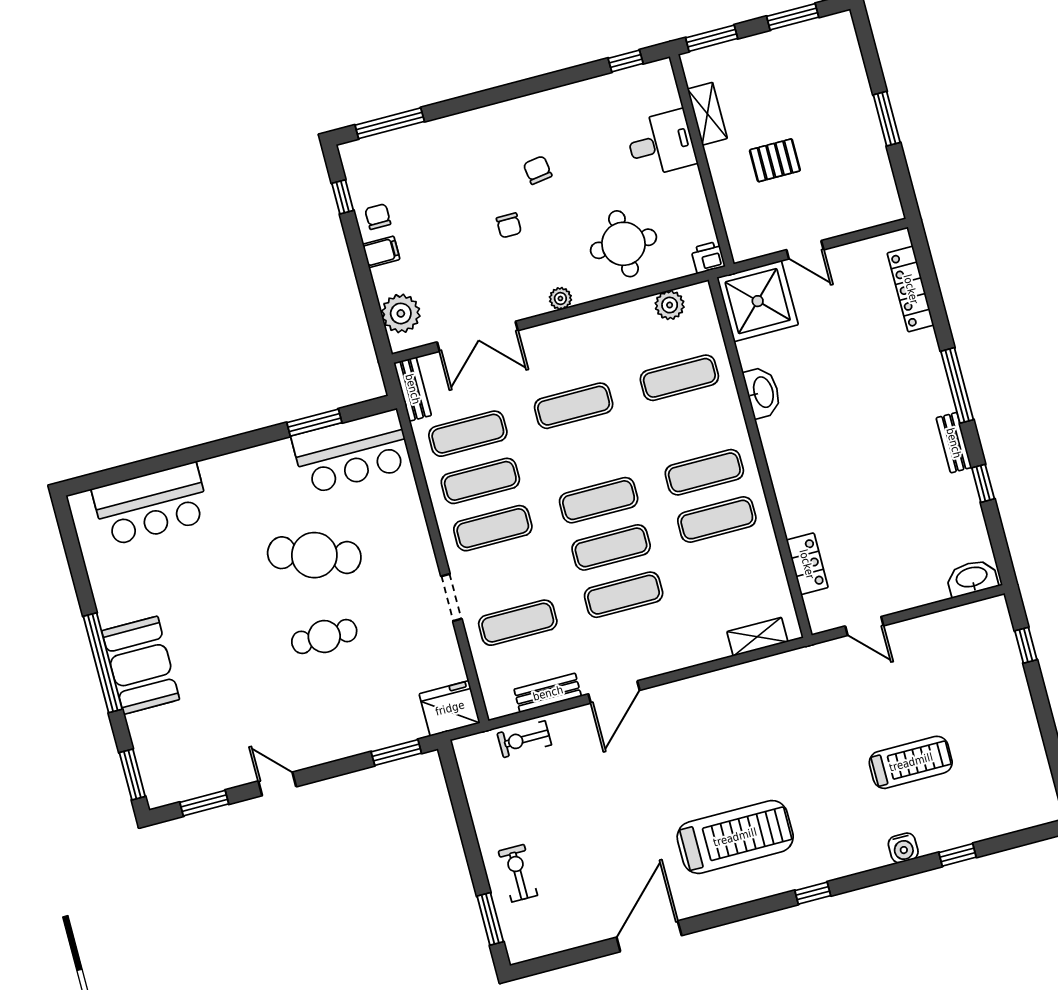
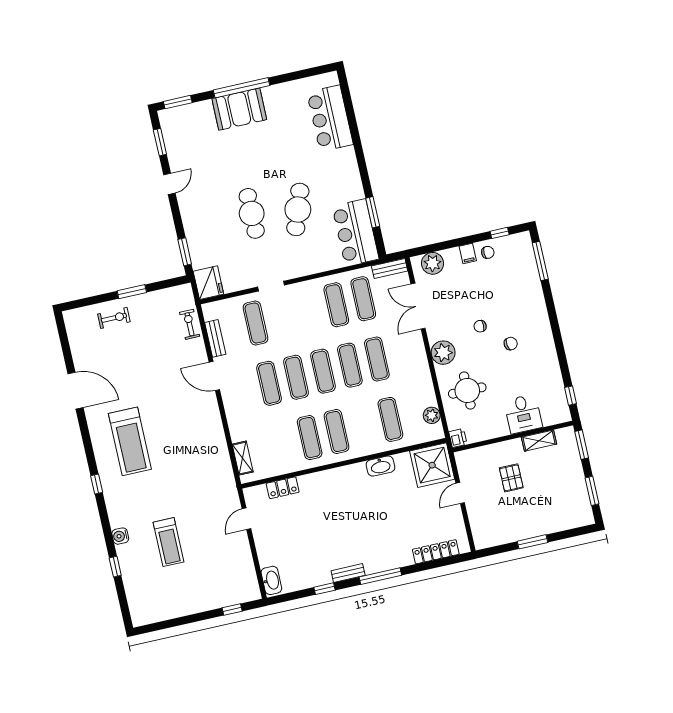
plant: (560, 298) -> (443, 353), width x1.87, depth x1.87
exercise mat: (493, 528) -> (350, 365), moved
cafe table: (324, 636) -> (252, 213), width x1.37, depth x1.35
window: (490, 919) -> (132, 292), moved

